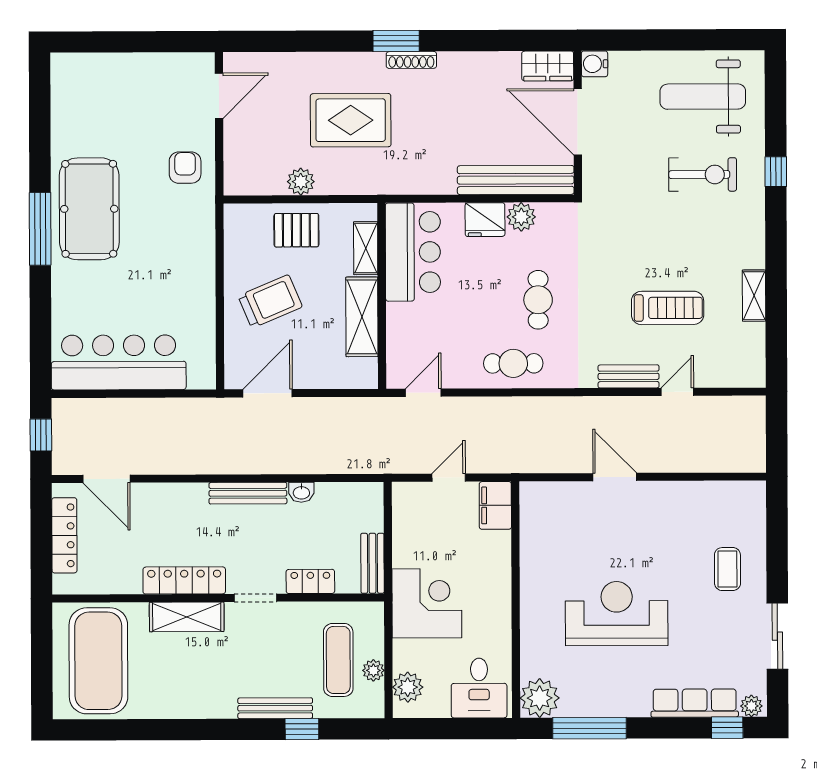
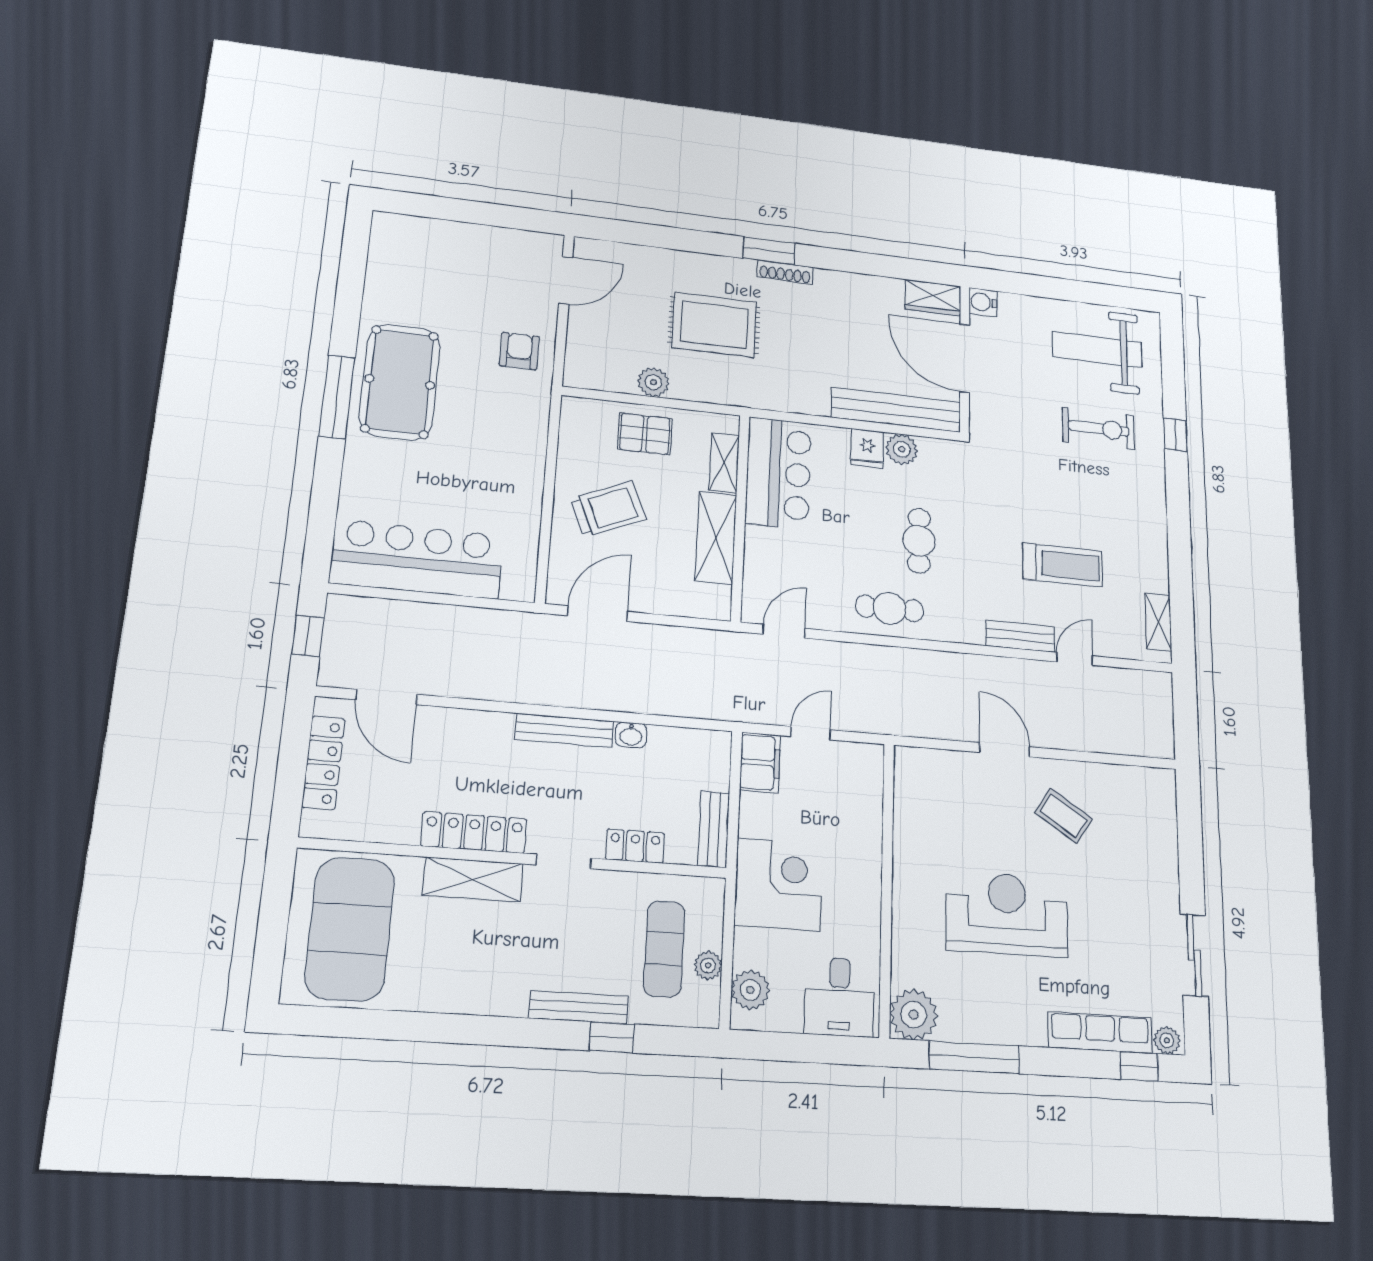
fridge: (485, 220) -> (867, 448), width x0.72
shelving: (754, 296) -> (1158, 622), moved
filing cabinet: (495, 505) -> (760, 762), moved, turned 180
coffee table: (727, 569) -> (1063, 816), moved, turned -57

